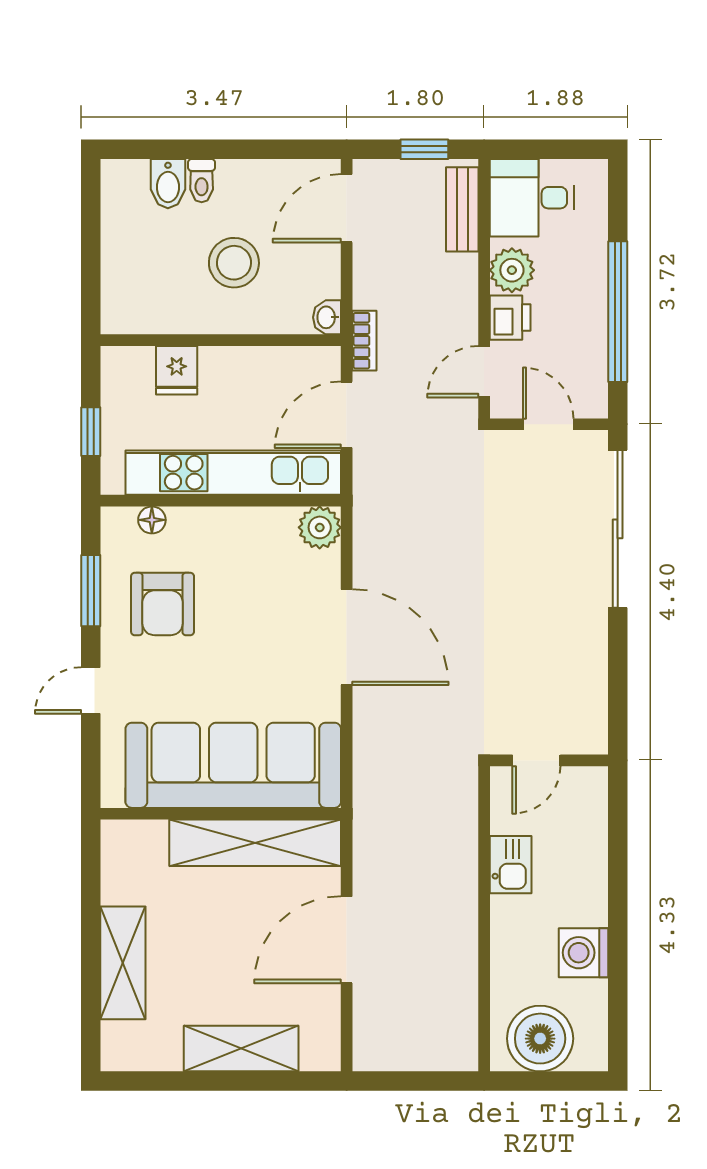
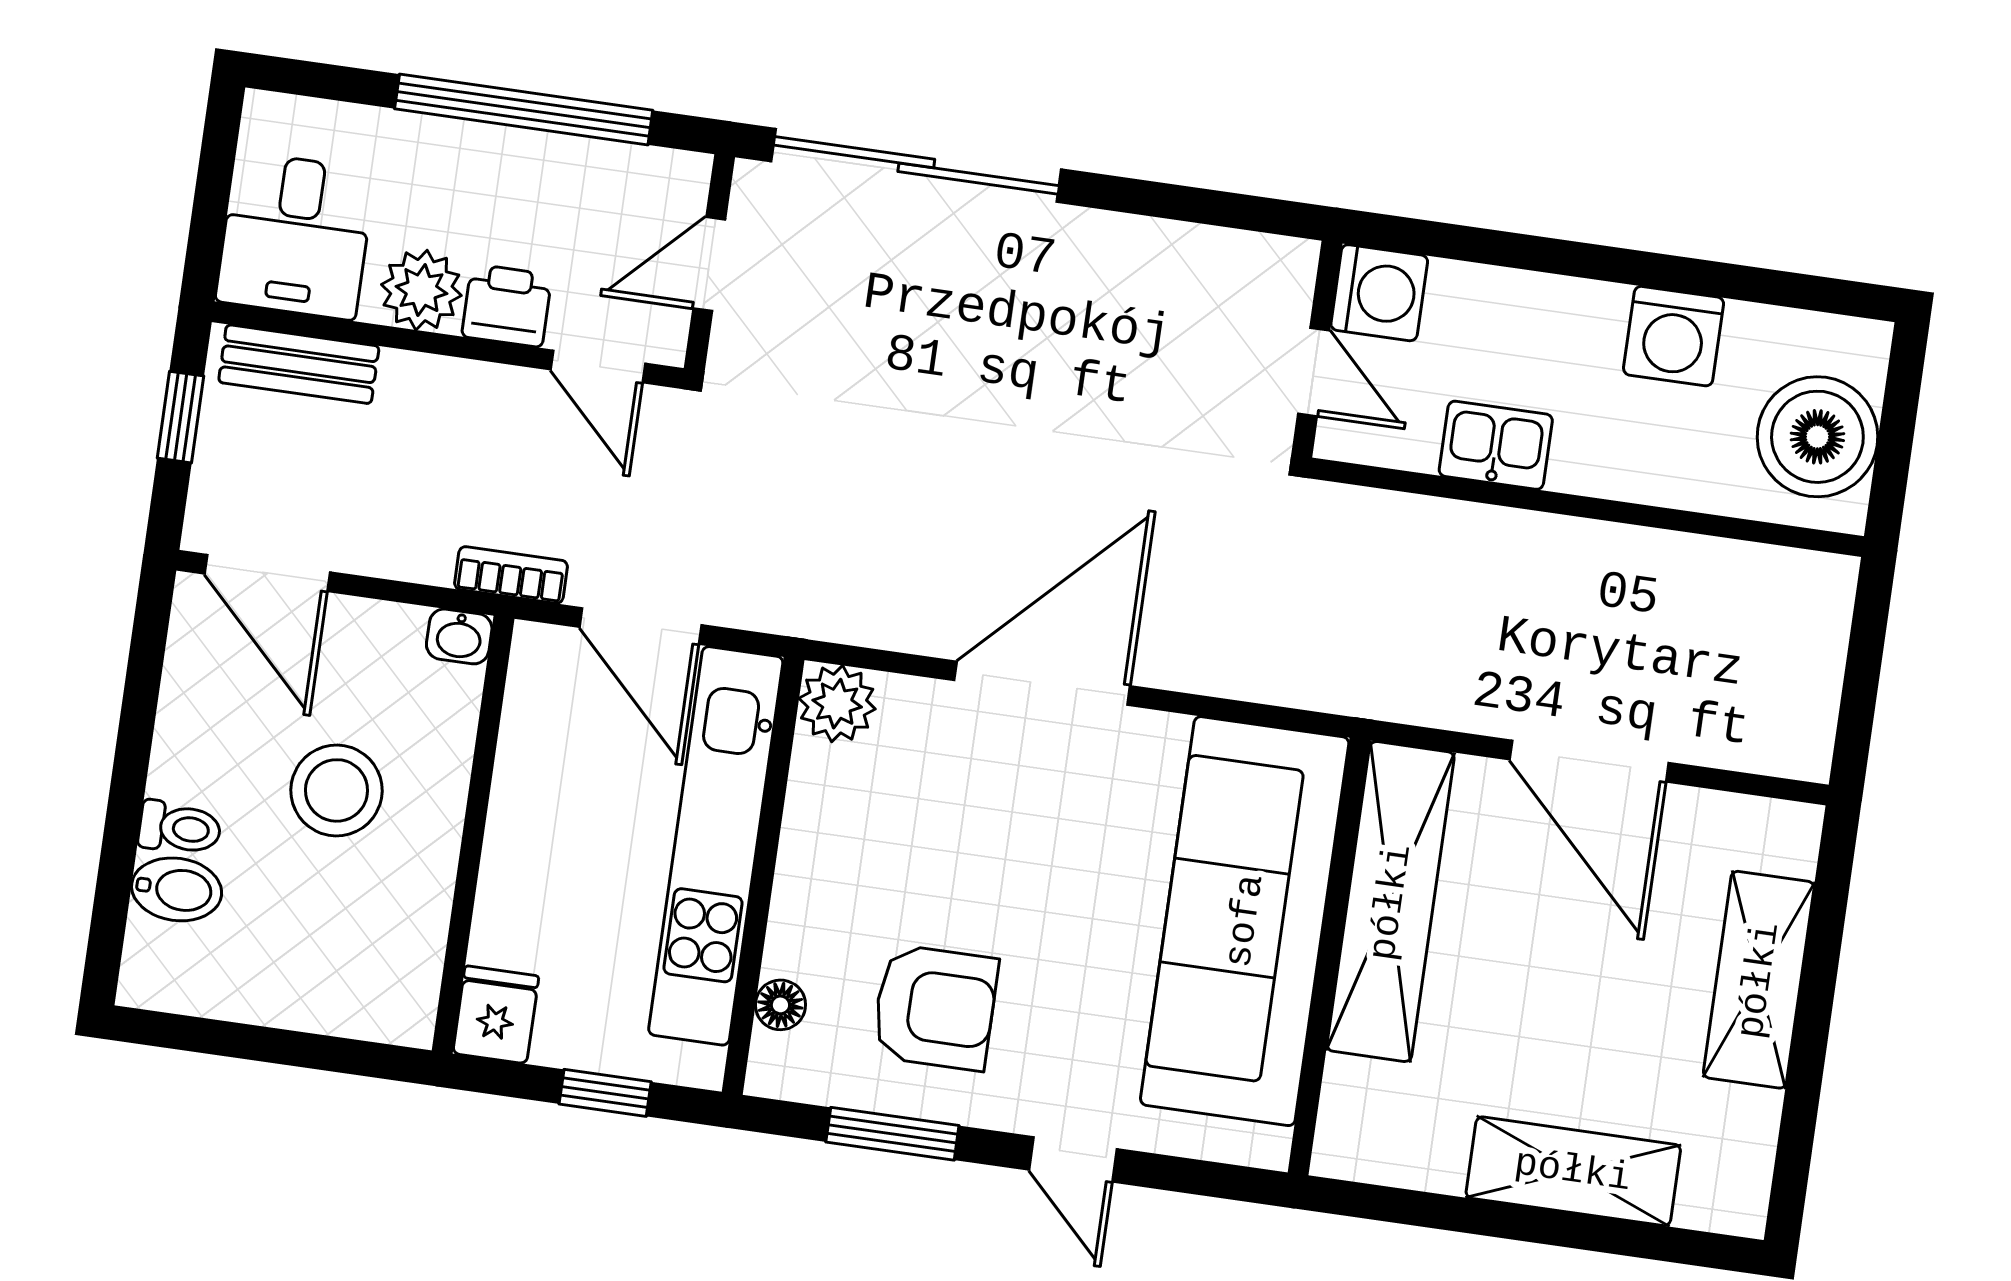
fridge: (177, 370) -> (496, 1015), moved, turned -90
washing machine: (584, 790) -> (1379, 293), added

